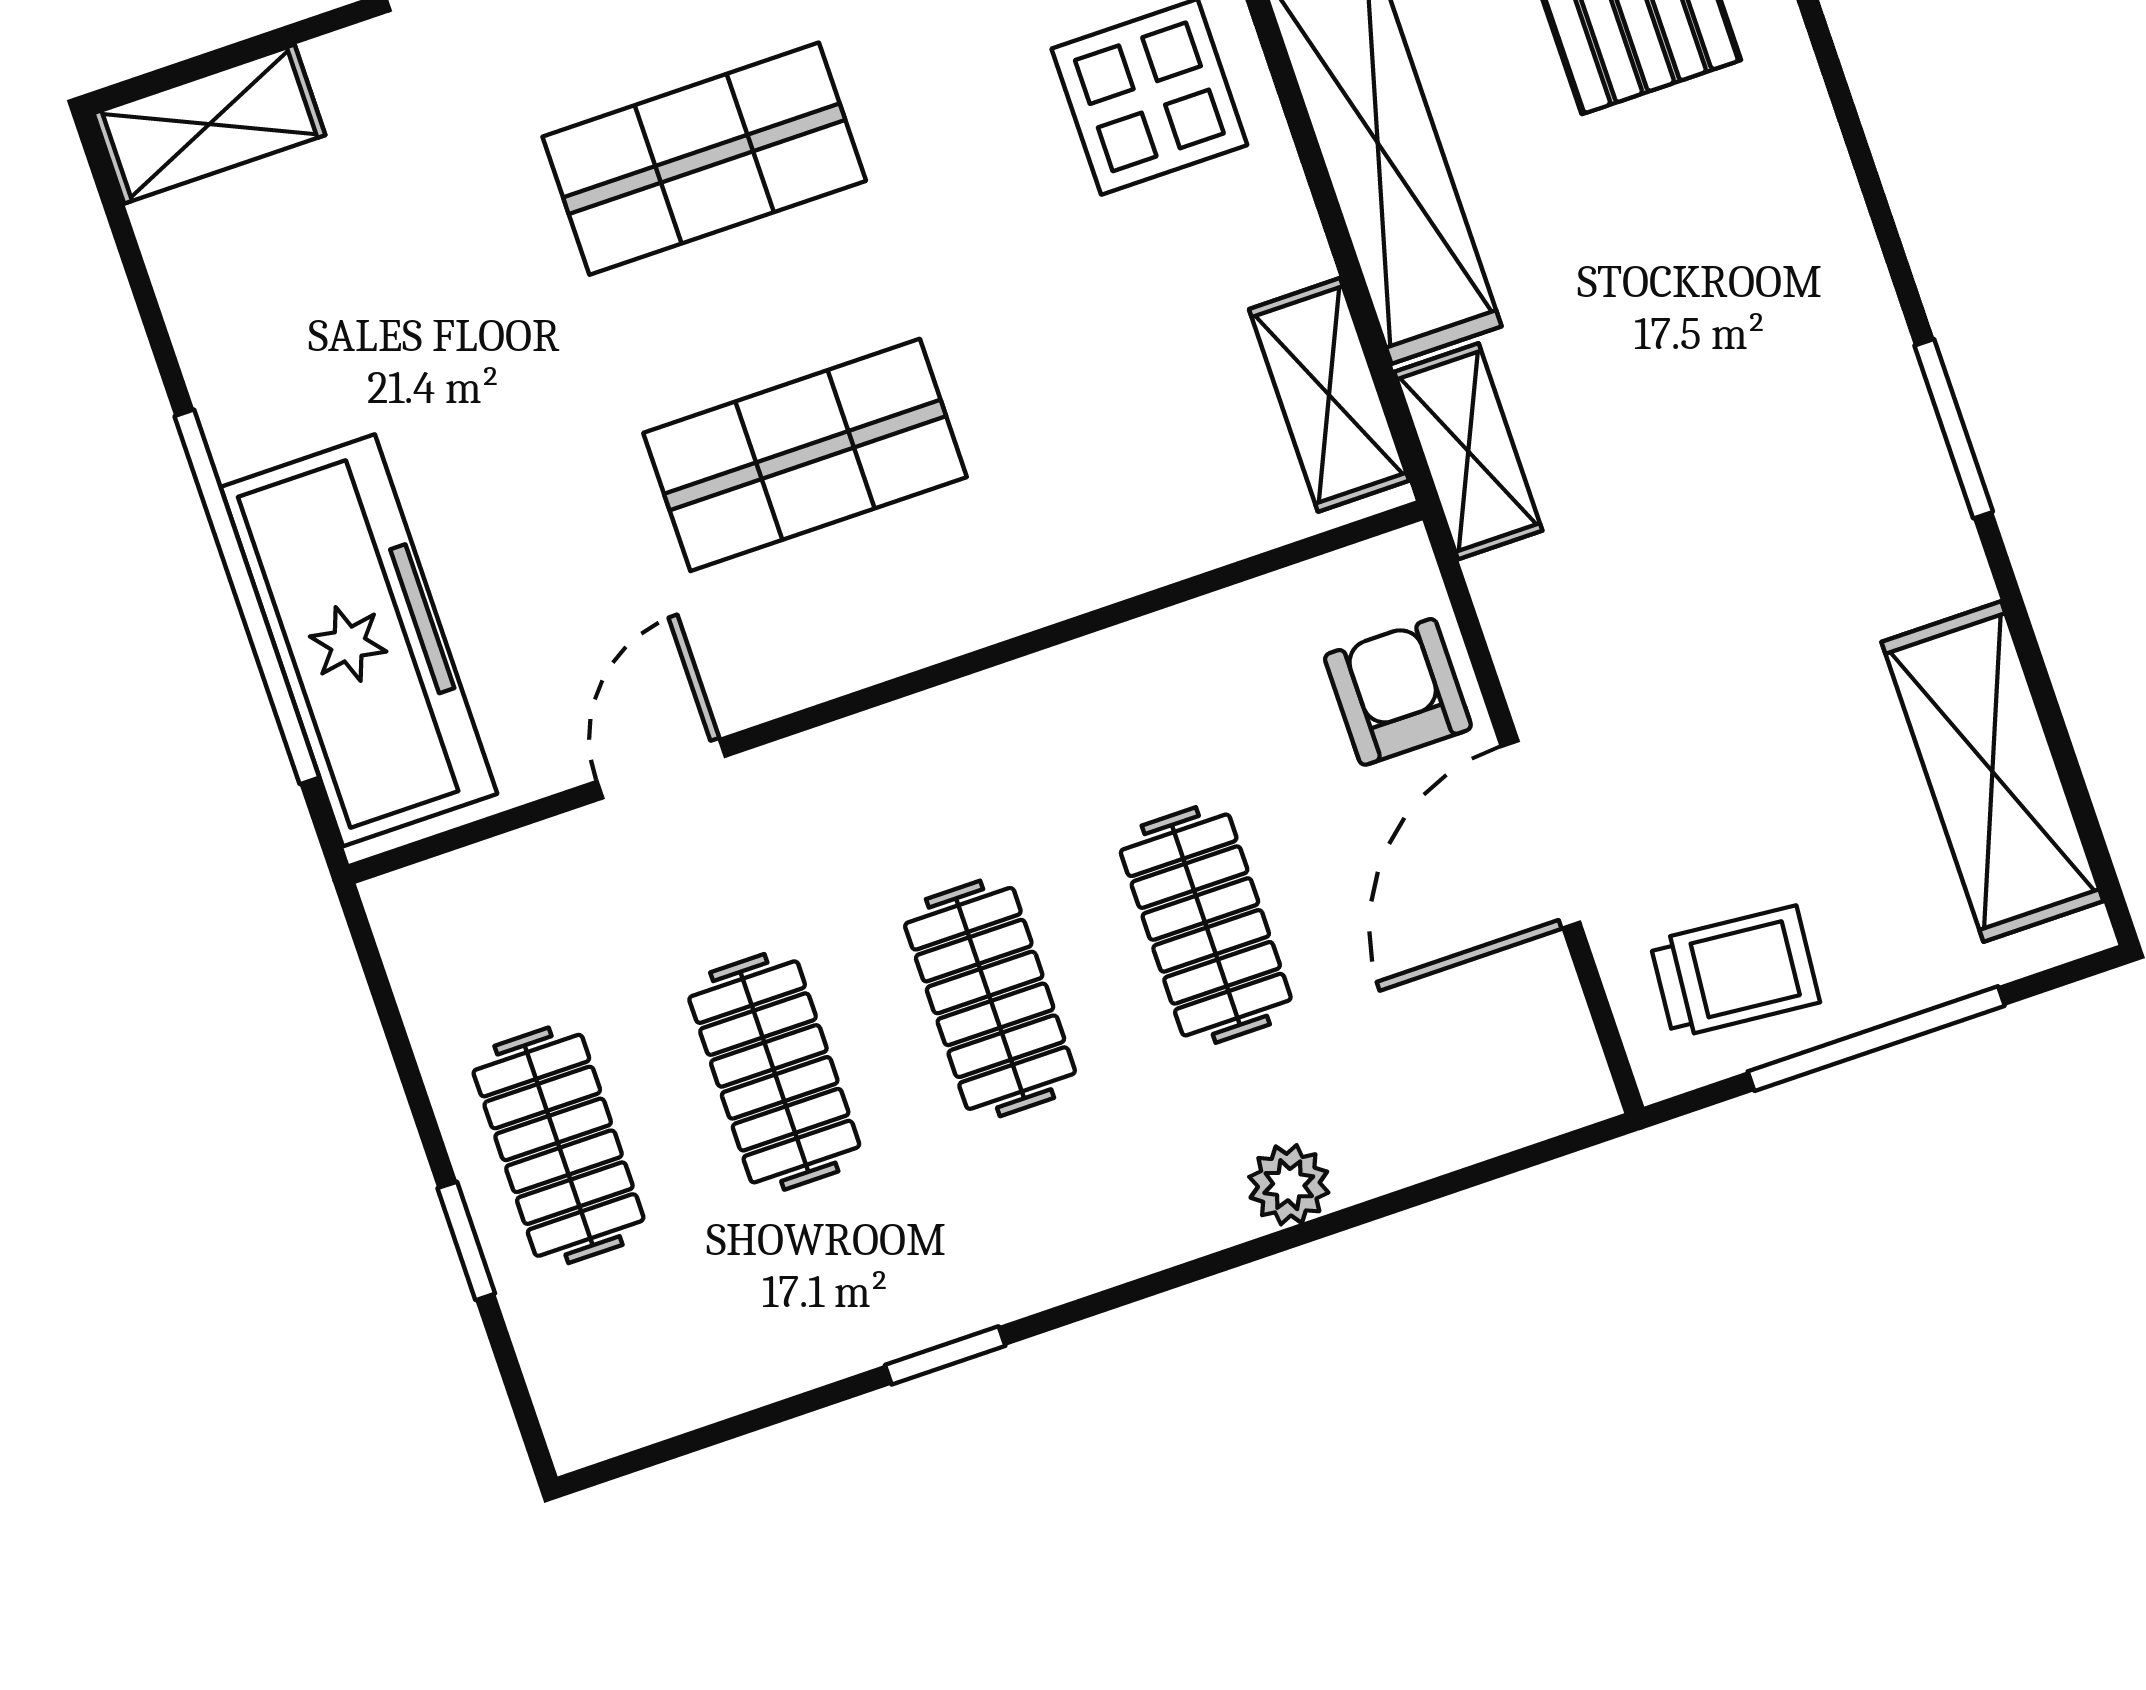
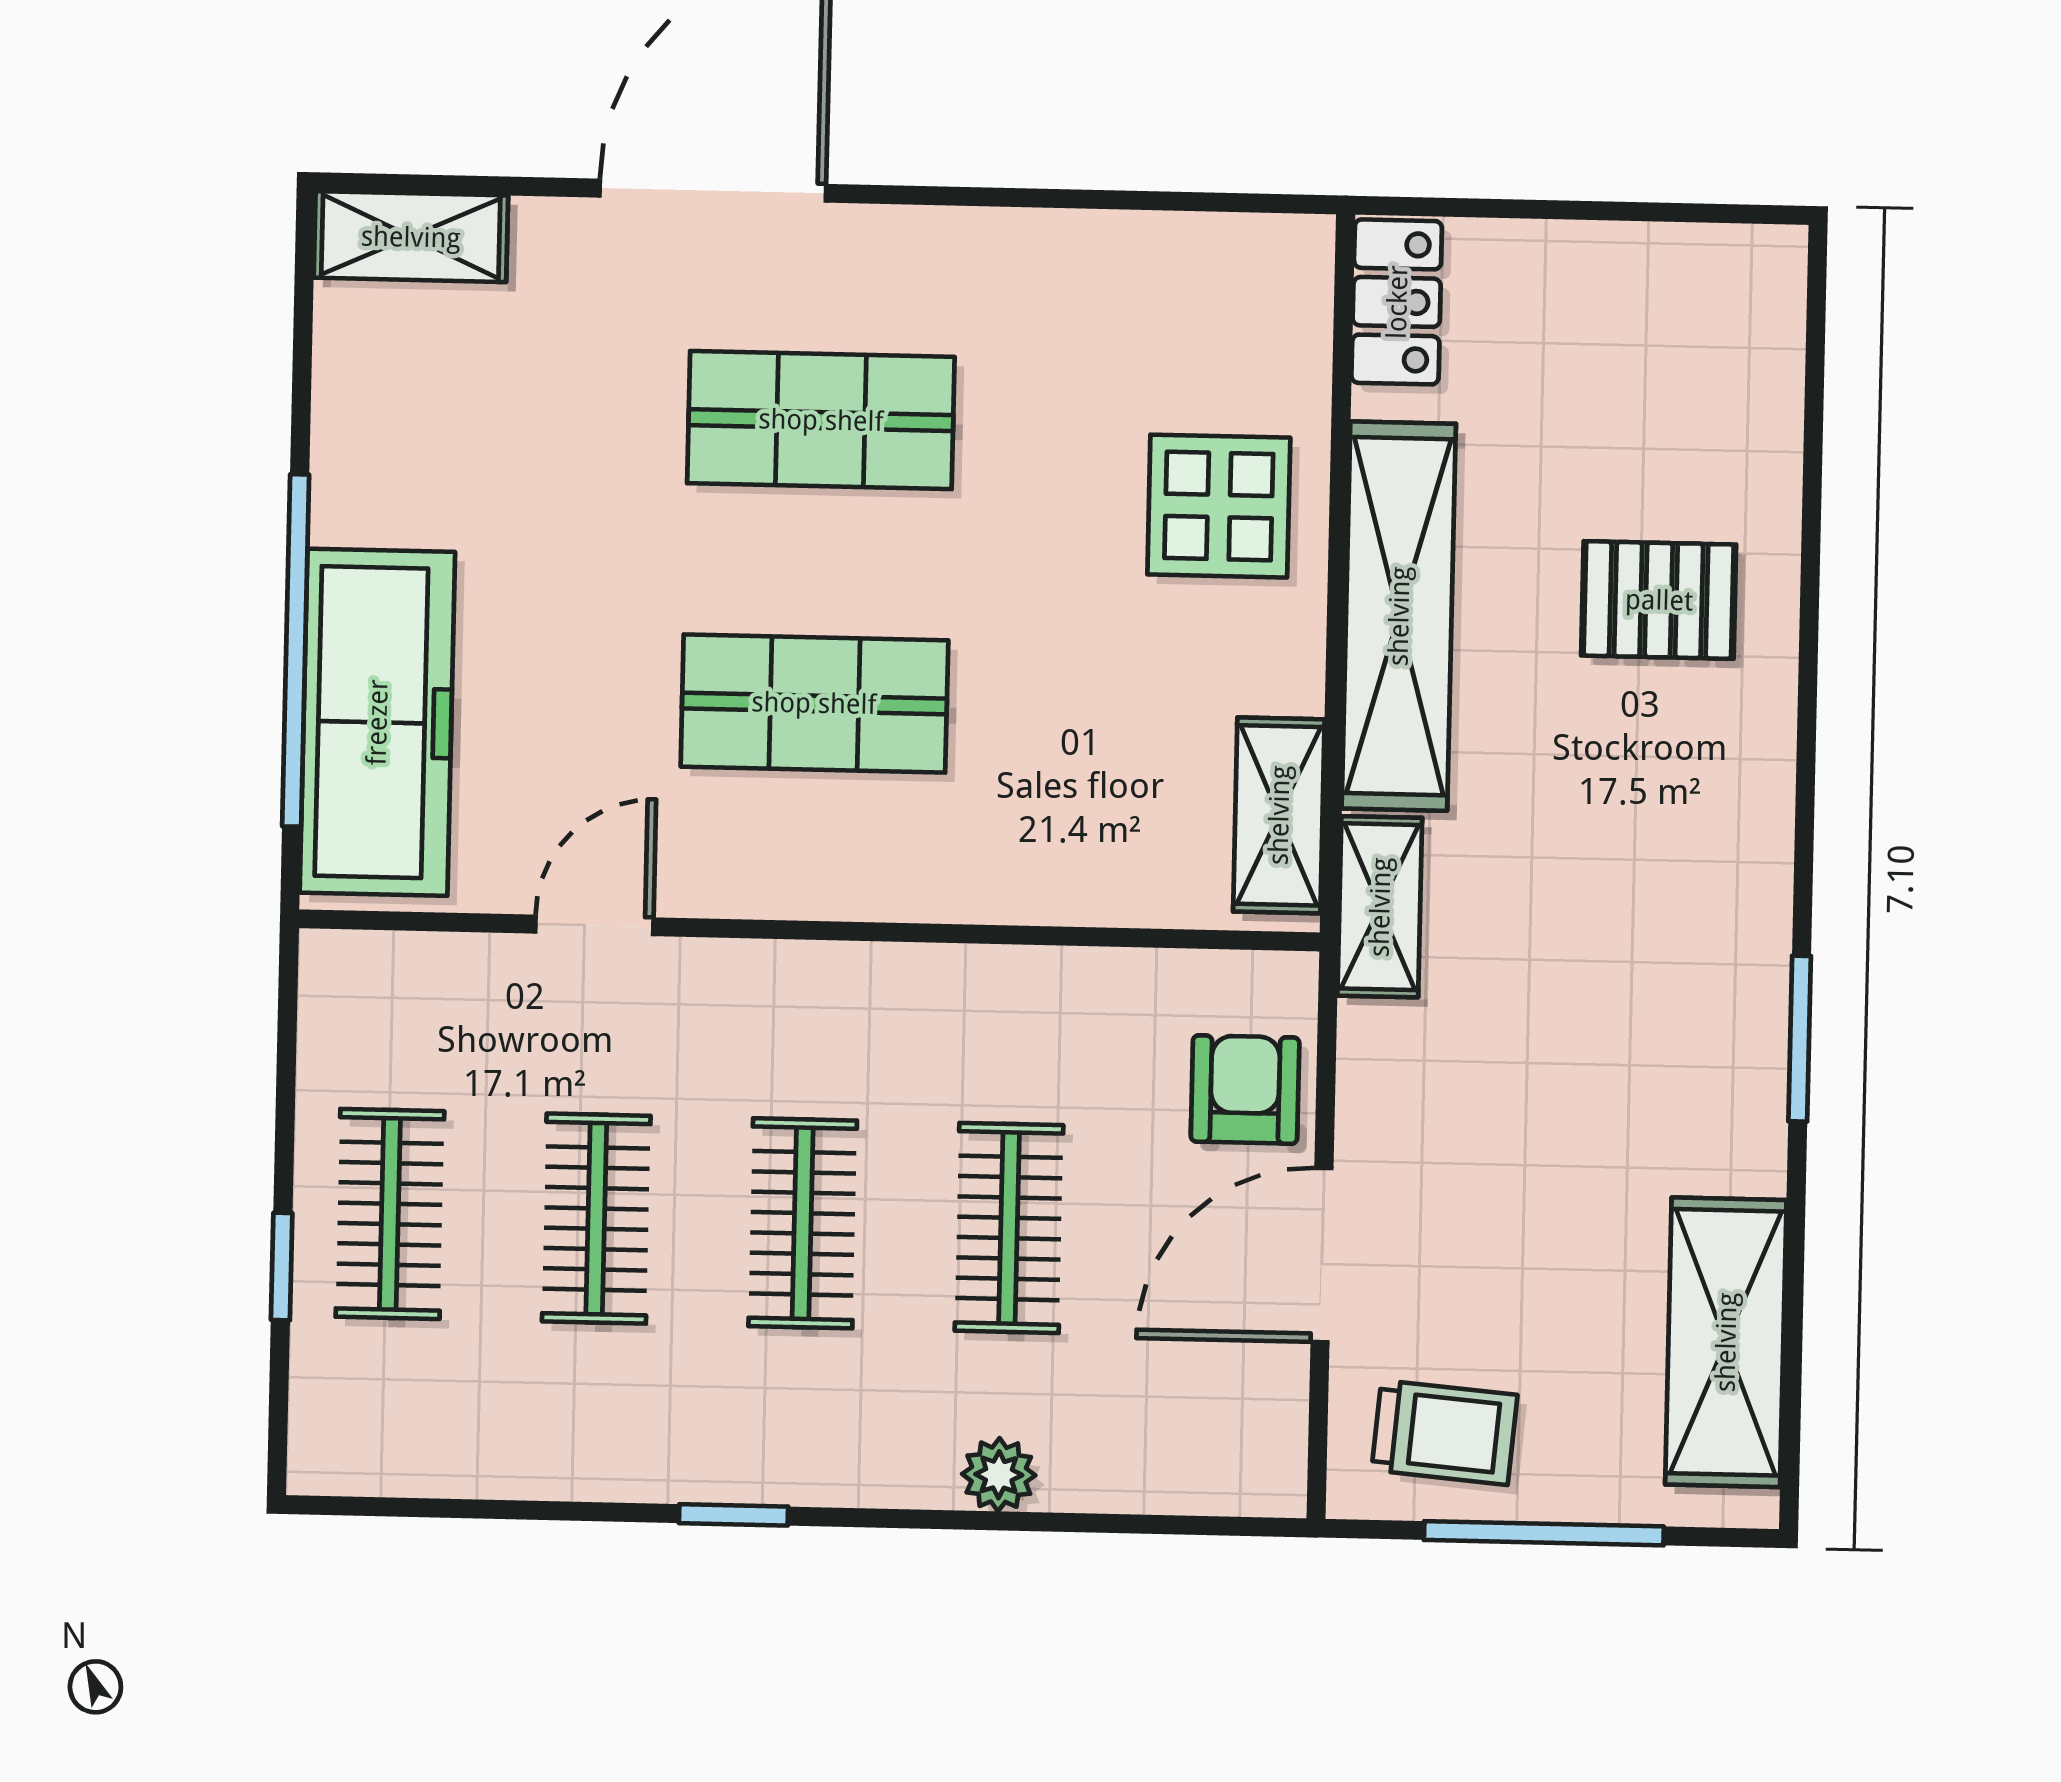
window: (945, 1355) -> (734, 1515), moved

